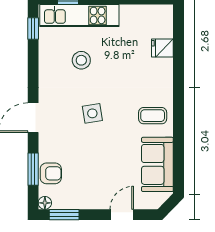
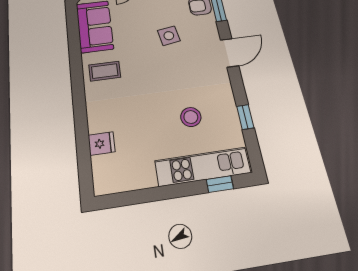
window: (33, 29) -> (245, 117), moved
side table: (92, 113) -> (169, 36), moved

